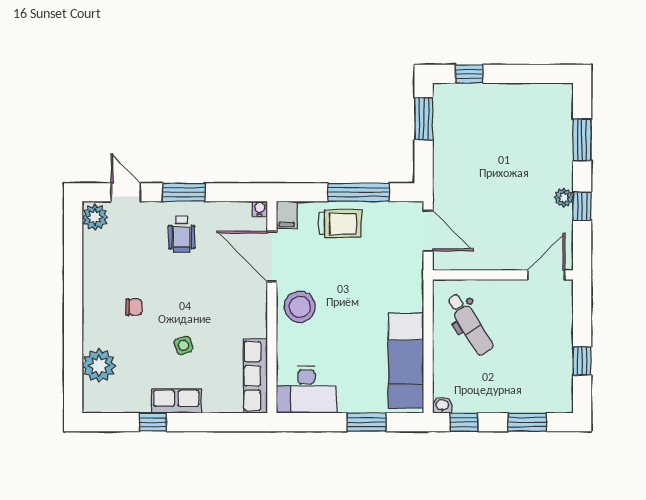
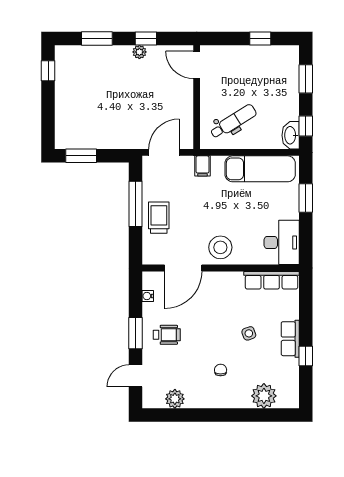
window: (469, 74) -> (48, 71), moved
water cooler: (260, 209) -> (148, 296), moved
filing cabinet: (287, 215) -> (202, 166), moved, turned 90
plant: (95, 217) -> (175, 399), moved
washbasin: (442, 405) -> (291, 135), width x1.91, depth x1.45

